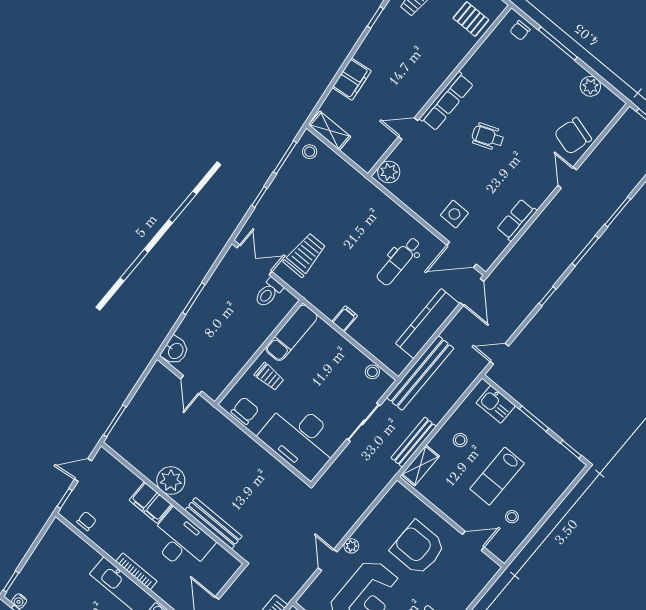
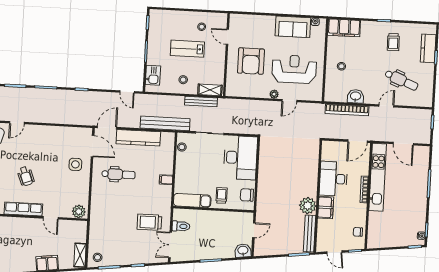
row of seats: (517, 220) -> (56, 132), removed
lab bench: (497, 476) -> (187, 49), turned 180
bench: (213, 523) -> (309, 234), moved

